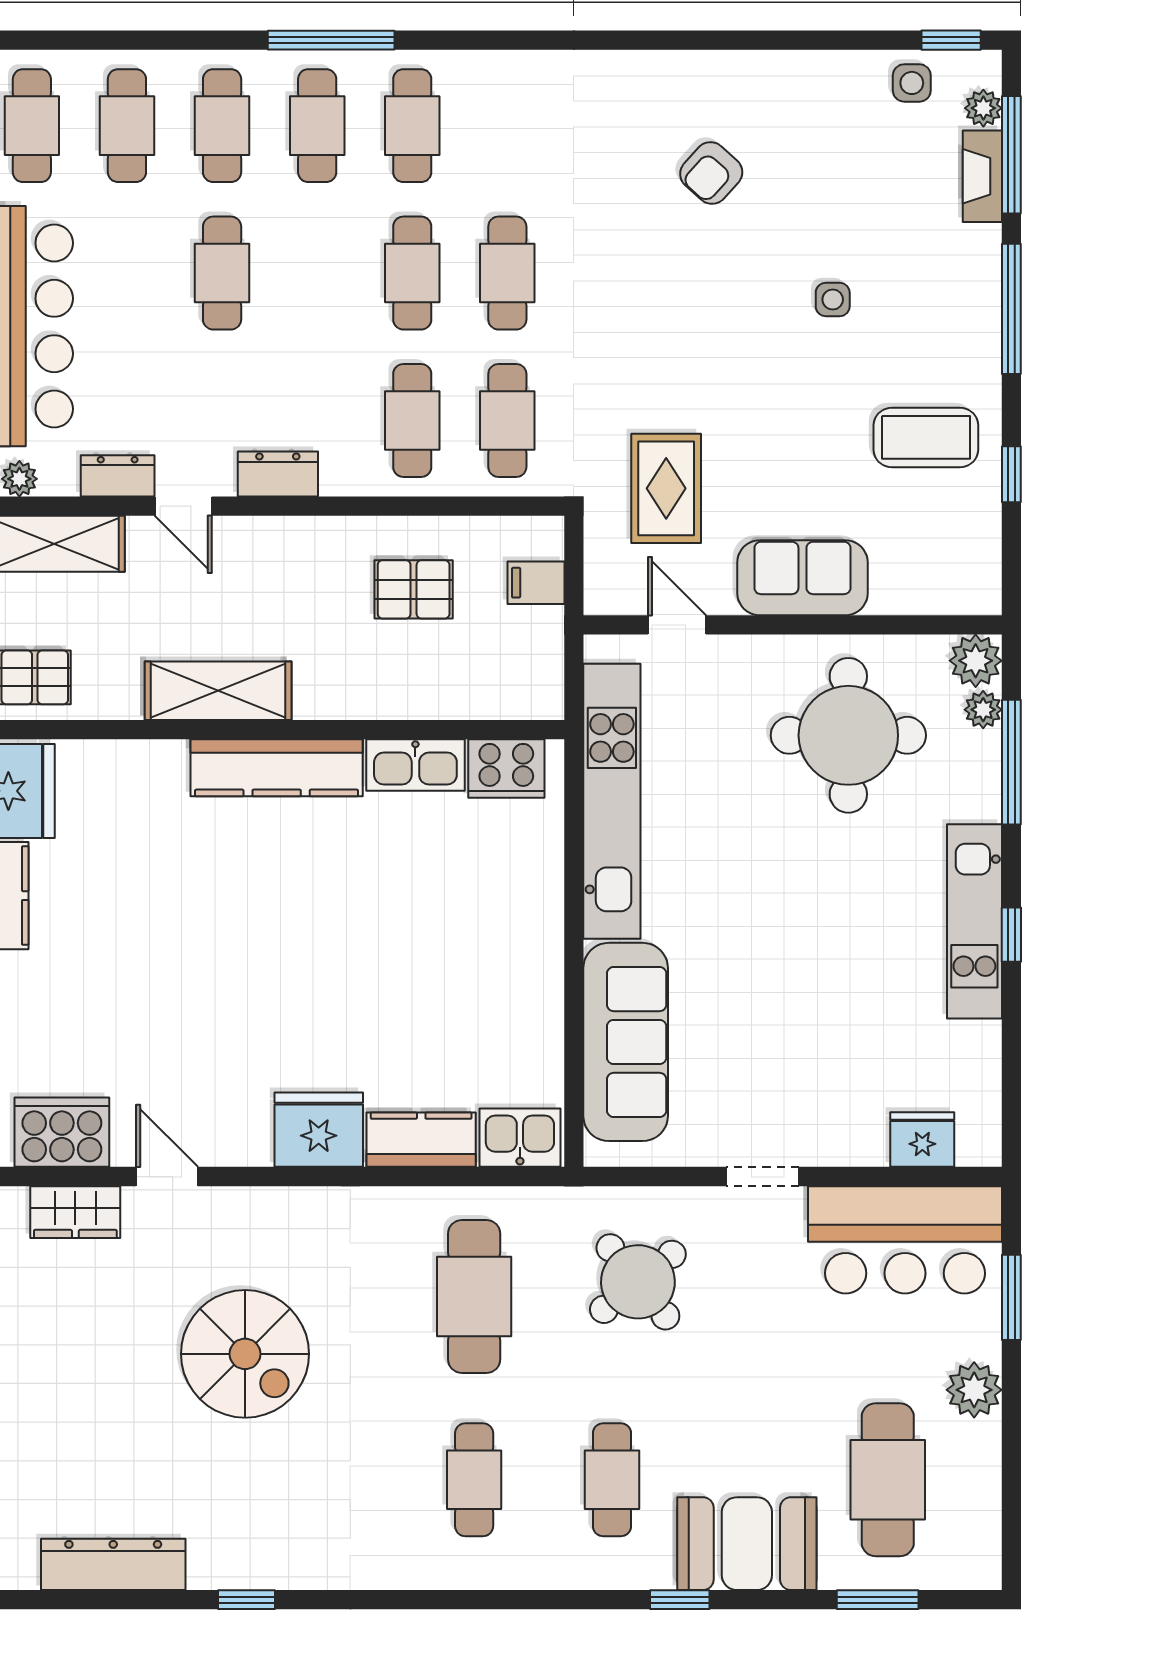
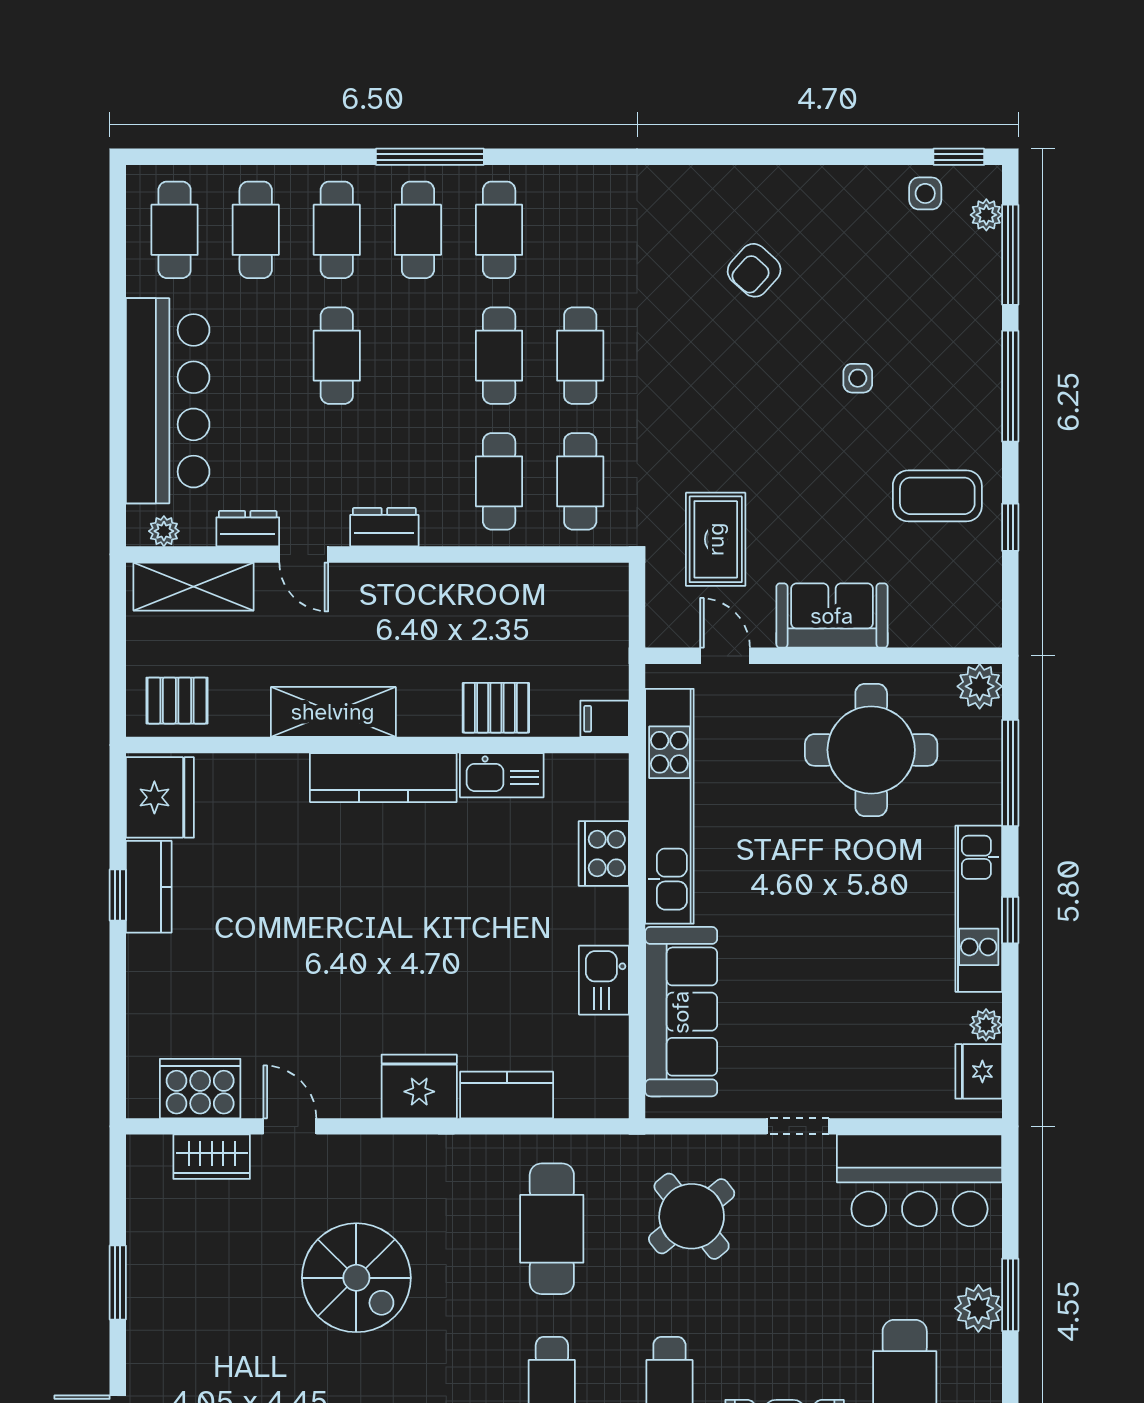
fireplace: (982, 176) -> (985, 273), removed
filing cabinet: (536, 583) -> (605, 719), moved
pallet: (414, 589) -> (496, 708), moved
plant: (983, 710) -> (986, 1025), moved
cooker: (506, 768) -> (604, 854), moved, turned 90
kitchen sink: (520, 1138) -> (604, 980), moved, turned -90
fridge: (922, 1140) -> (979, 1071), moved, turned -90
window: (1011, 1297) -> (1010, 1295), moved

